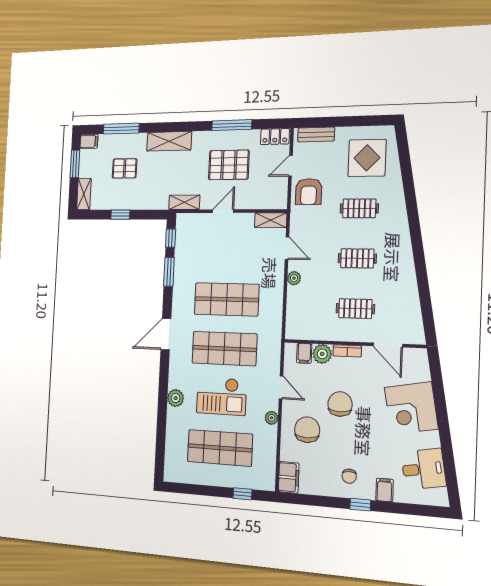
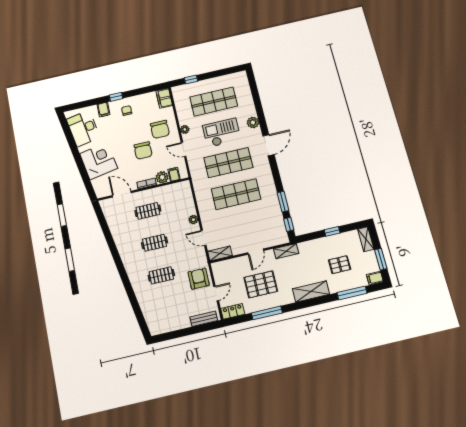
display table: (367, 158) -> (164, 310), removed
door: (166, 334) -> (268, 145), moved
desk: (423, 469) -> (83, 128), width x1.37

